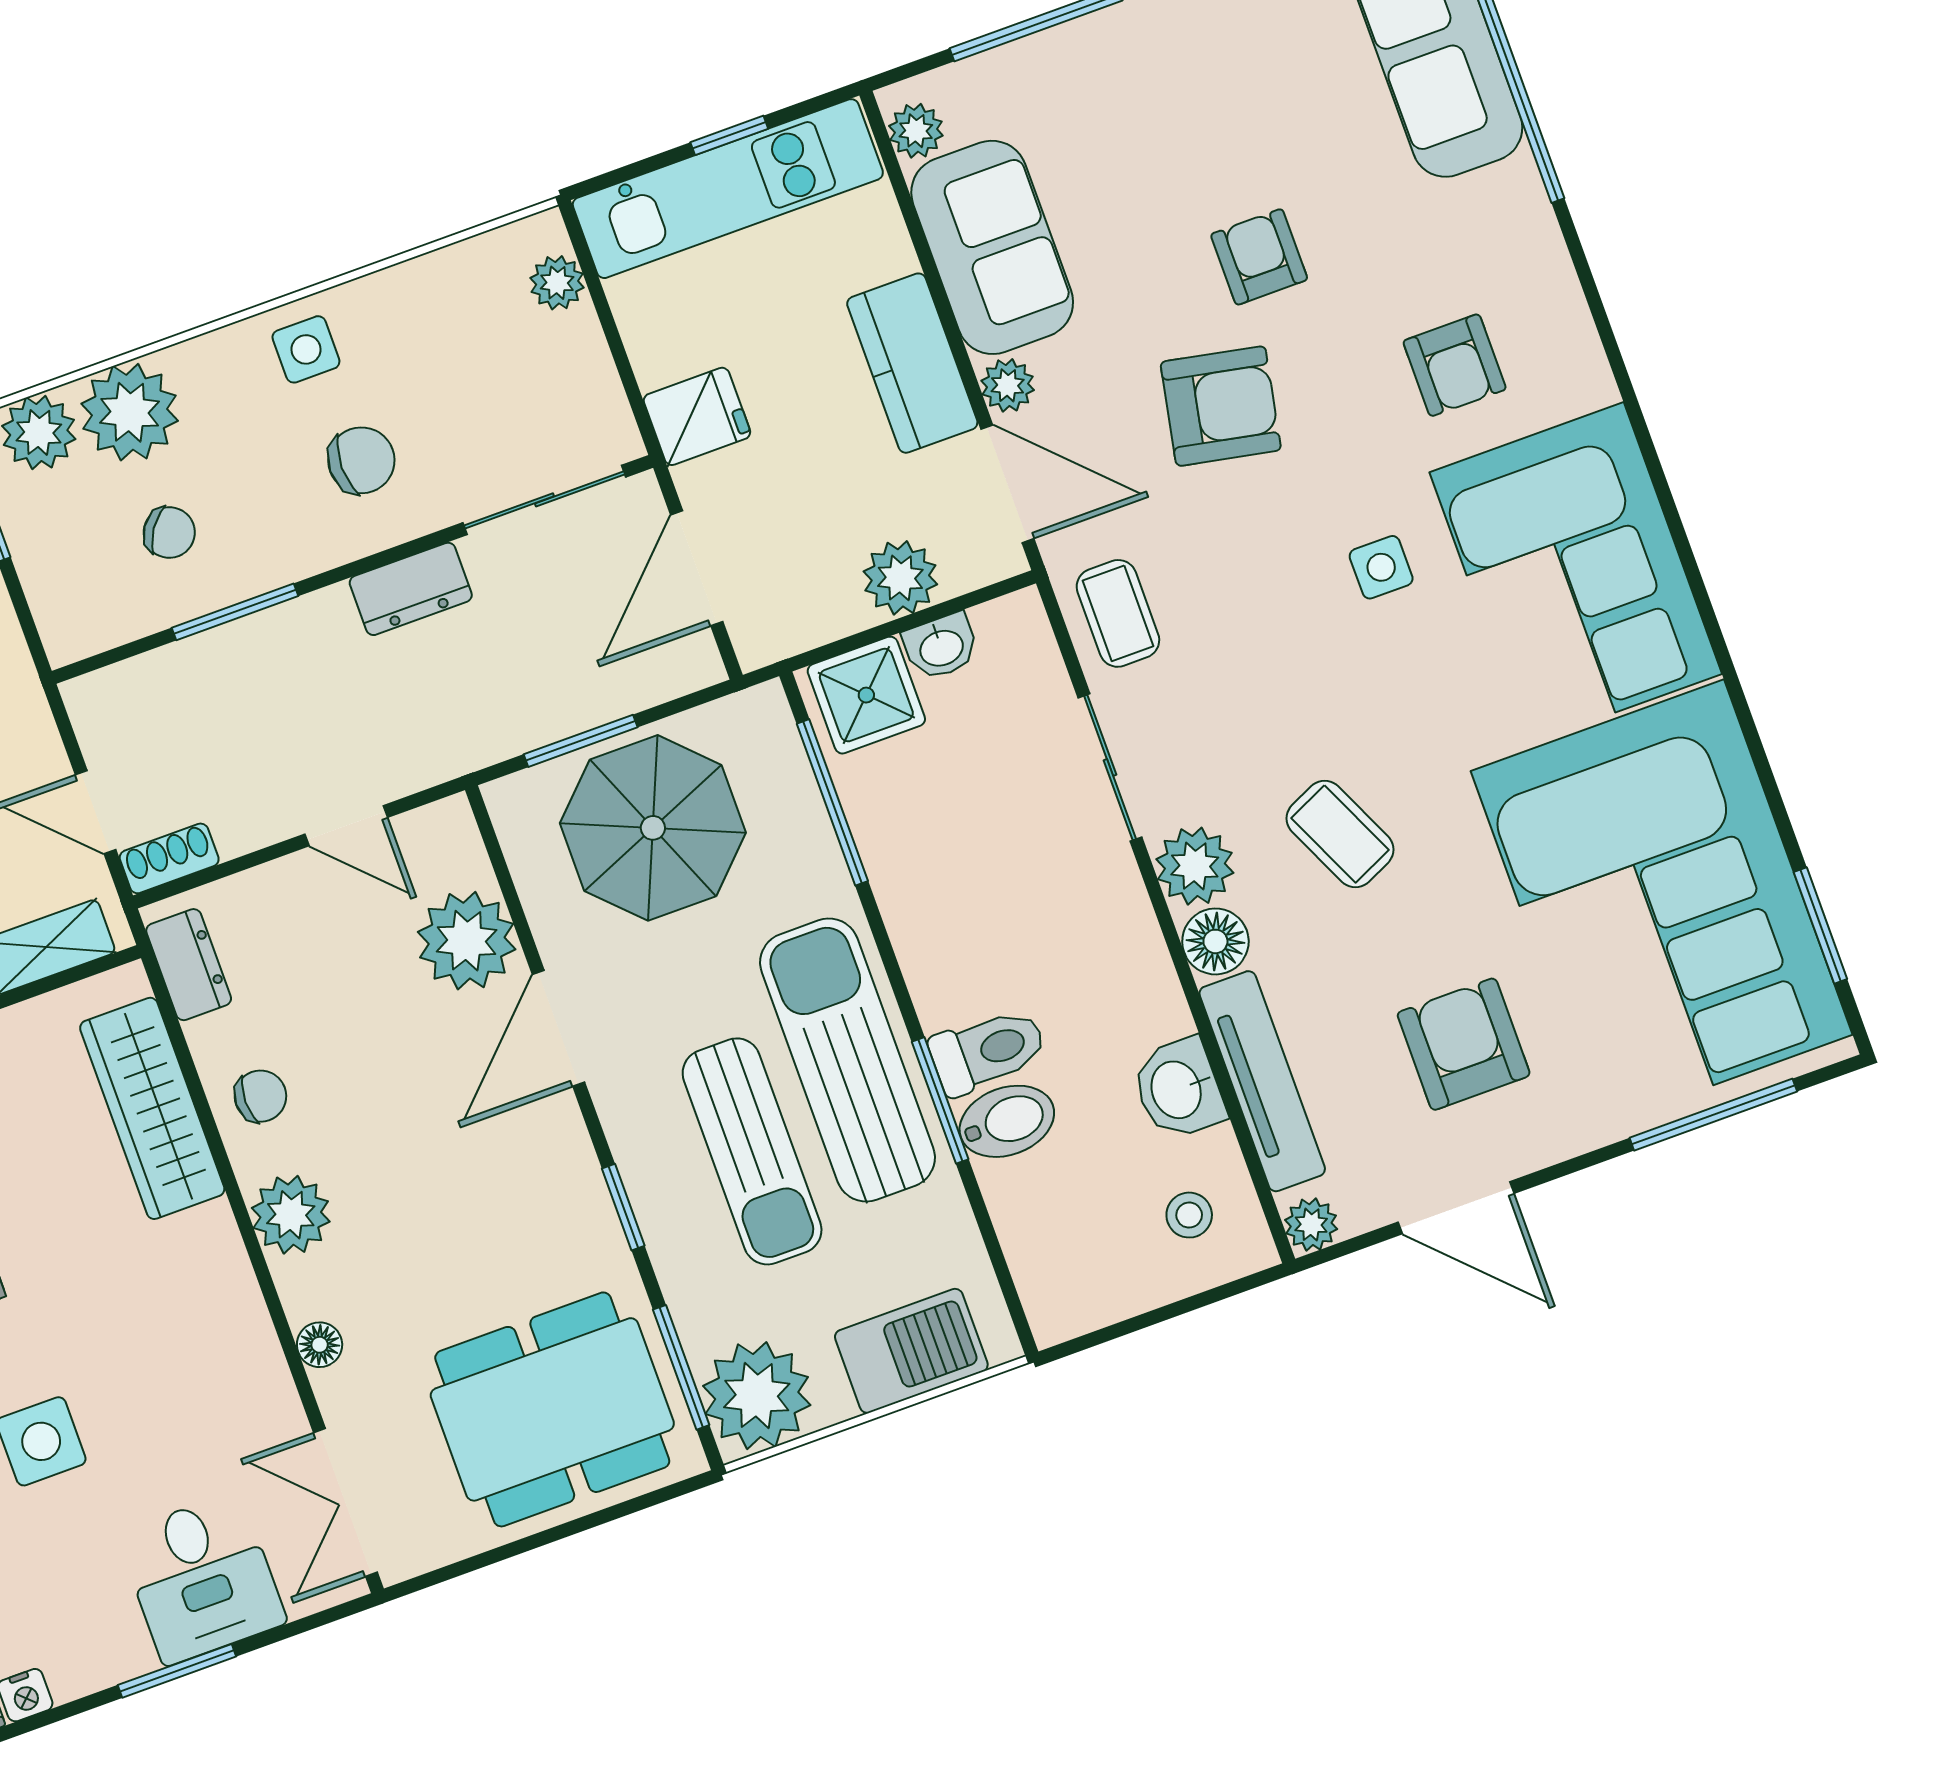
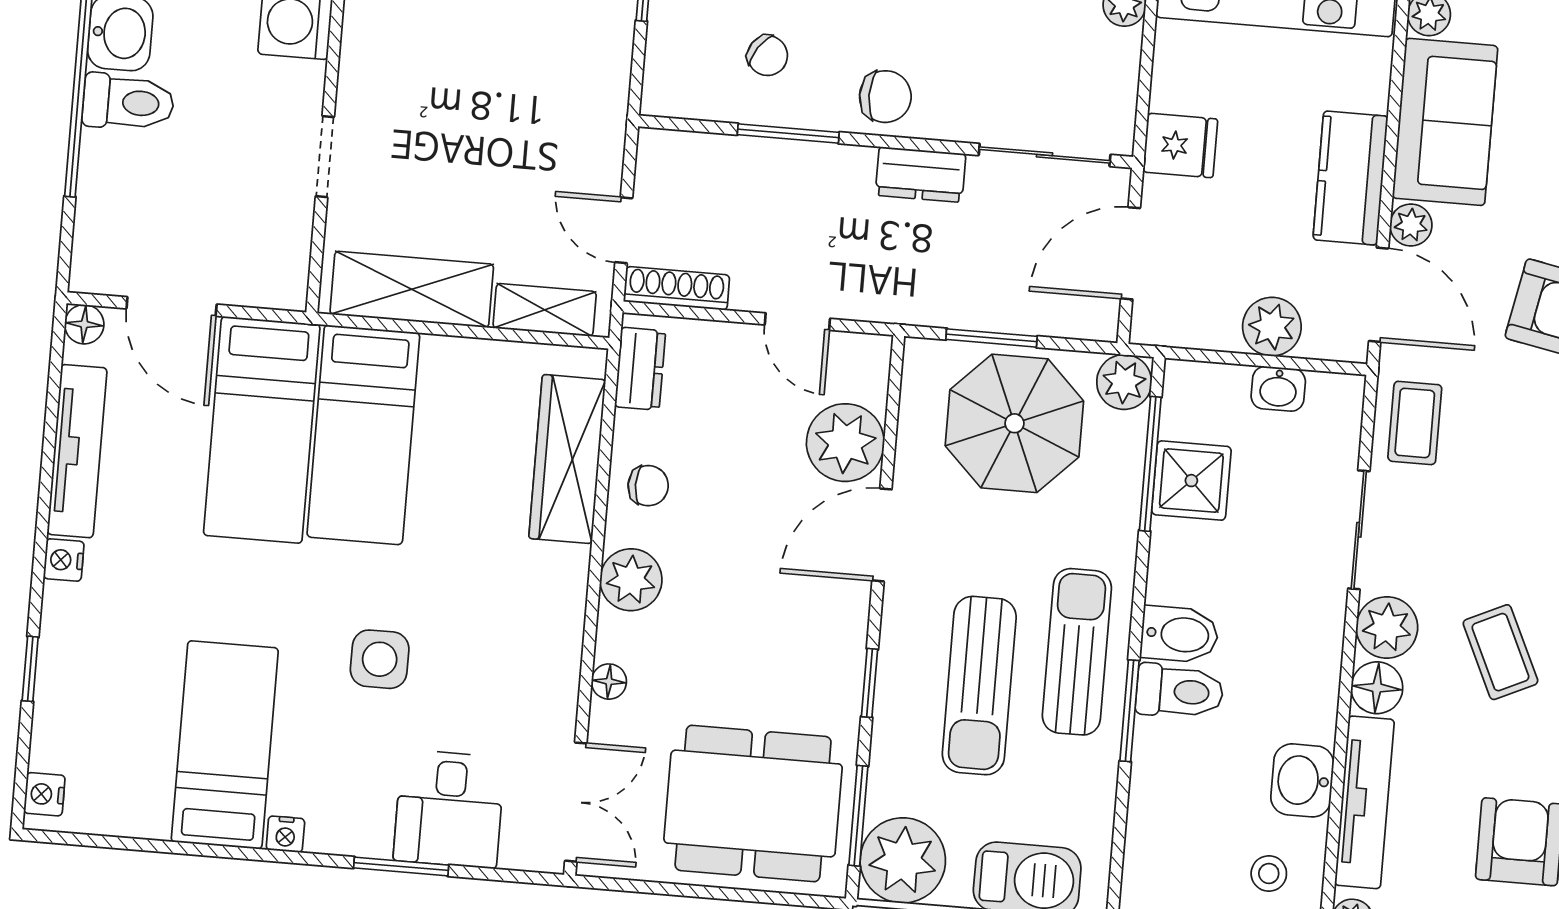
chair: (361, 460) -> (885, 97), moved
shower: (866, 695) -> (1191, 481), moved
plant: (758, 721) -> (1124, 382), added
shoe rack: (169, 858) -> (677, 288), width x1.43
sun lounger: (847, 1060) -> (1077, 652), width x0.73, depth x0.75
bidet: (1007, 1121) -> (1179, 634), moved
double door: (345, 1503) -> (576, 802), swing flipped

